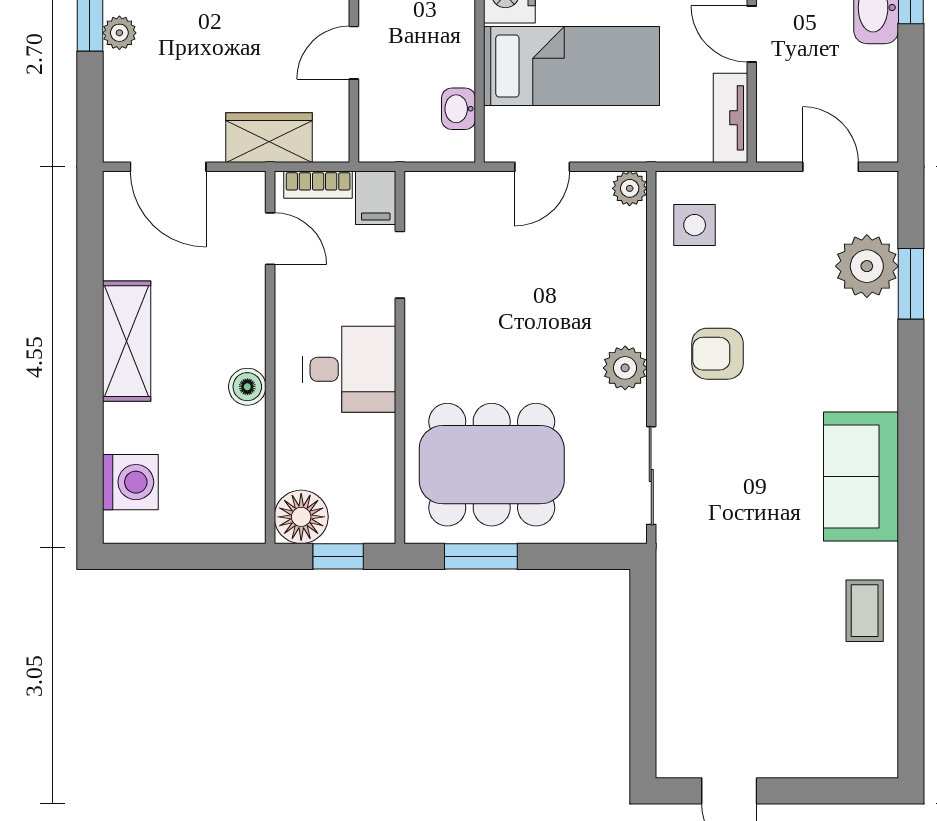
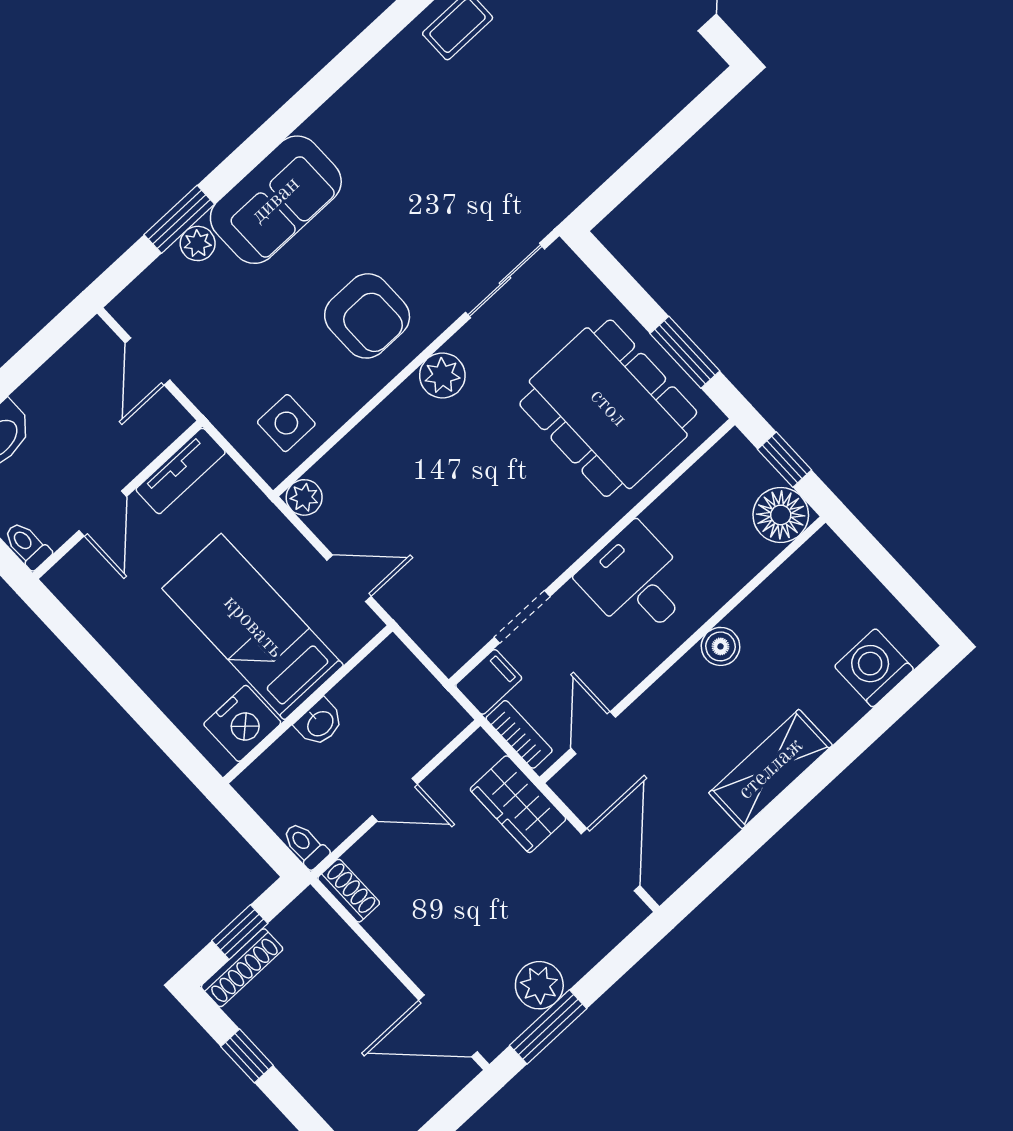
plant: (119, 33) -> (539, 985), width x1.38, depth x1.38
washbasin: (459, 109) -> (320, 723), moved
plant: (867, 266) -> (198, 243), width x0.53, depth x0.53
armchair: (717, 354) -> (367, 316), width x1.38, depth x1.38
sofa: (861, 476) -> (276, 200), moved

